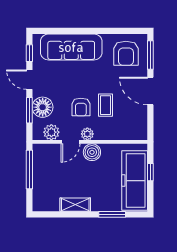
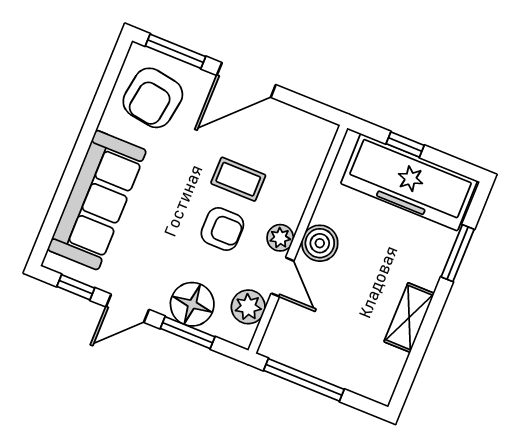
armchair: (126, 53) -> (153, 98), turned 99

